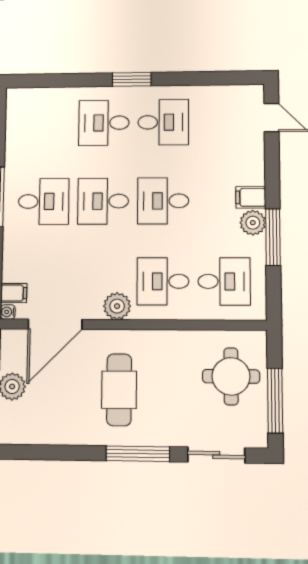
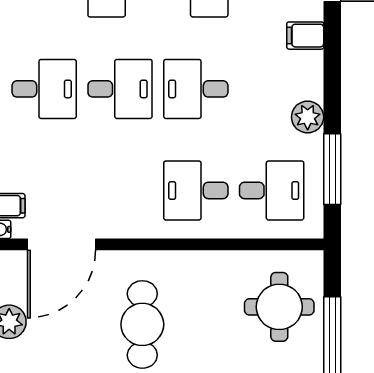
filing cabinet: (251, 197) -> (305, 36), moved
desk: (103, 201) -> (120, 89), turned 180
window: (273, 237) -> (332, 169), moved
plant: (117, 306) -> (139, 222), removed

